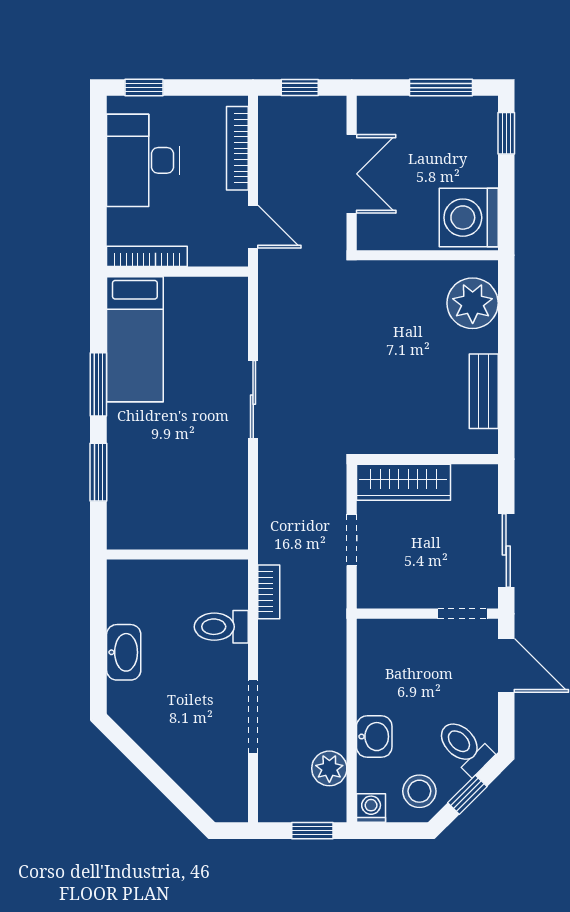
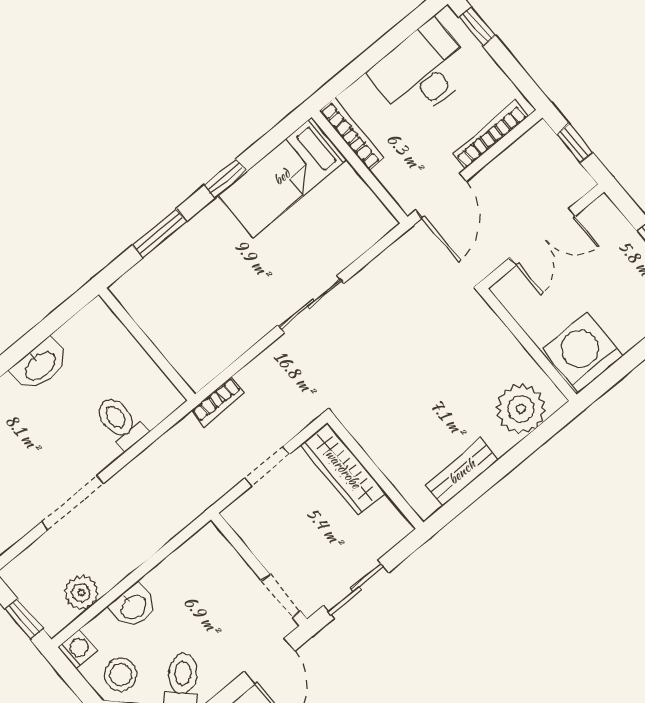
door: (253, 227) -> (441, 196), width x1.38
window: (98, 384) -> (225, 178), width x0.67
bookcase: (269, 592) -> (218, 402), moved

